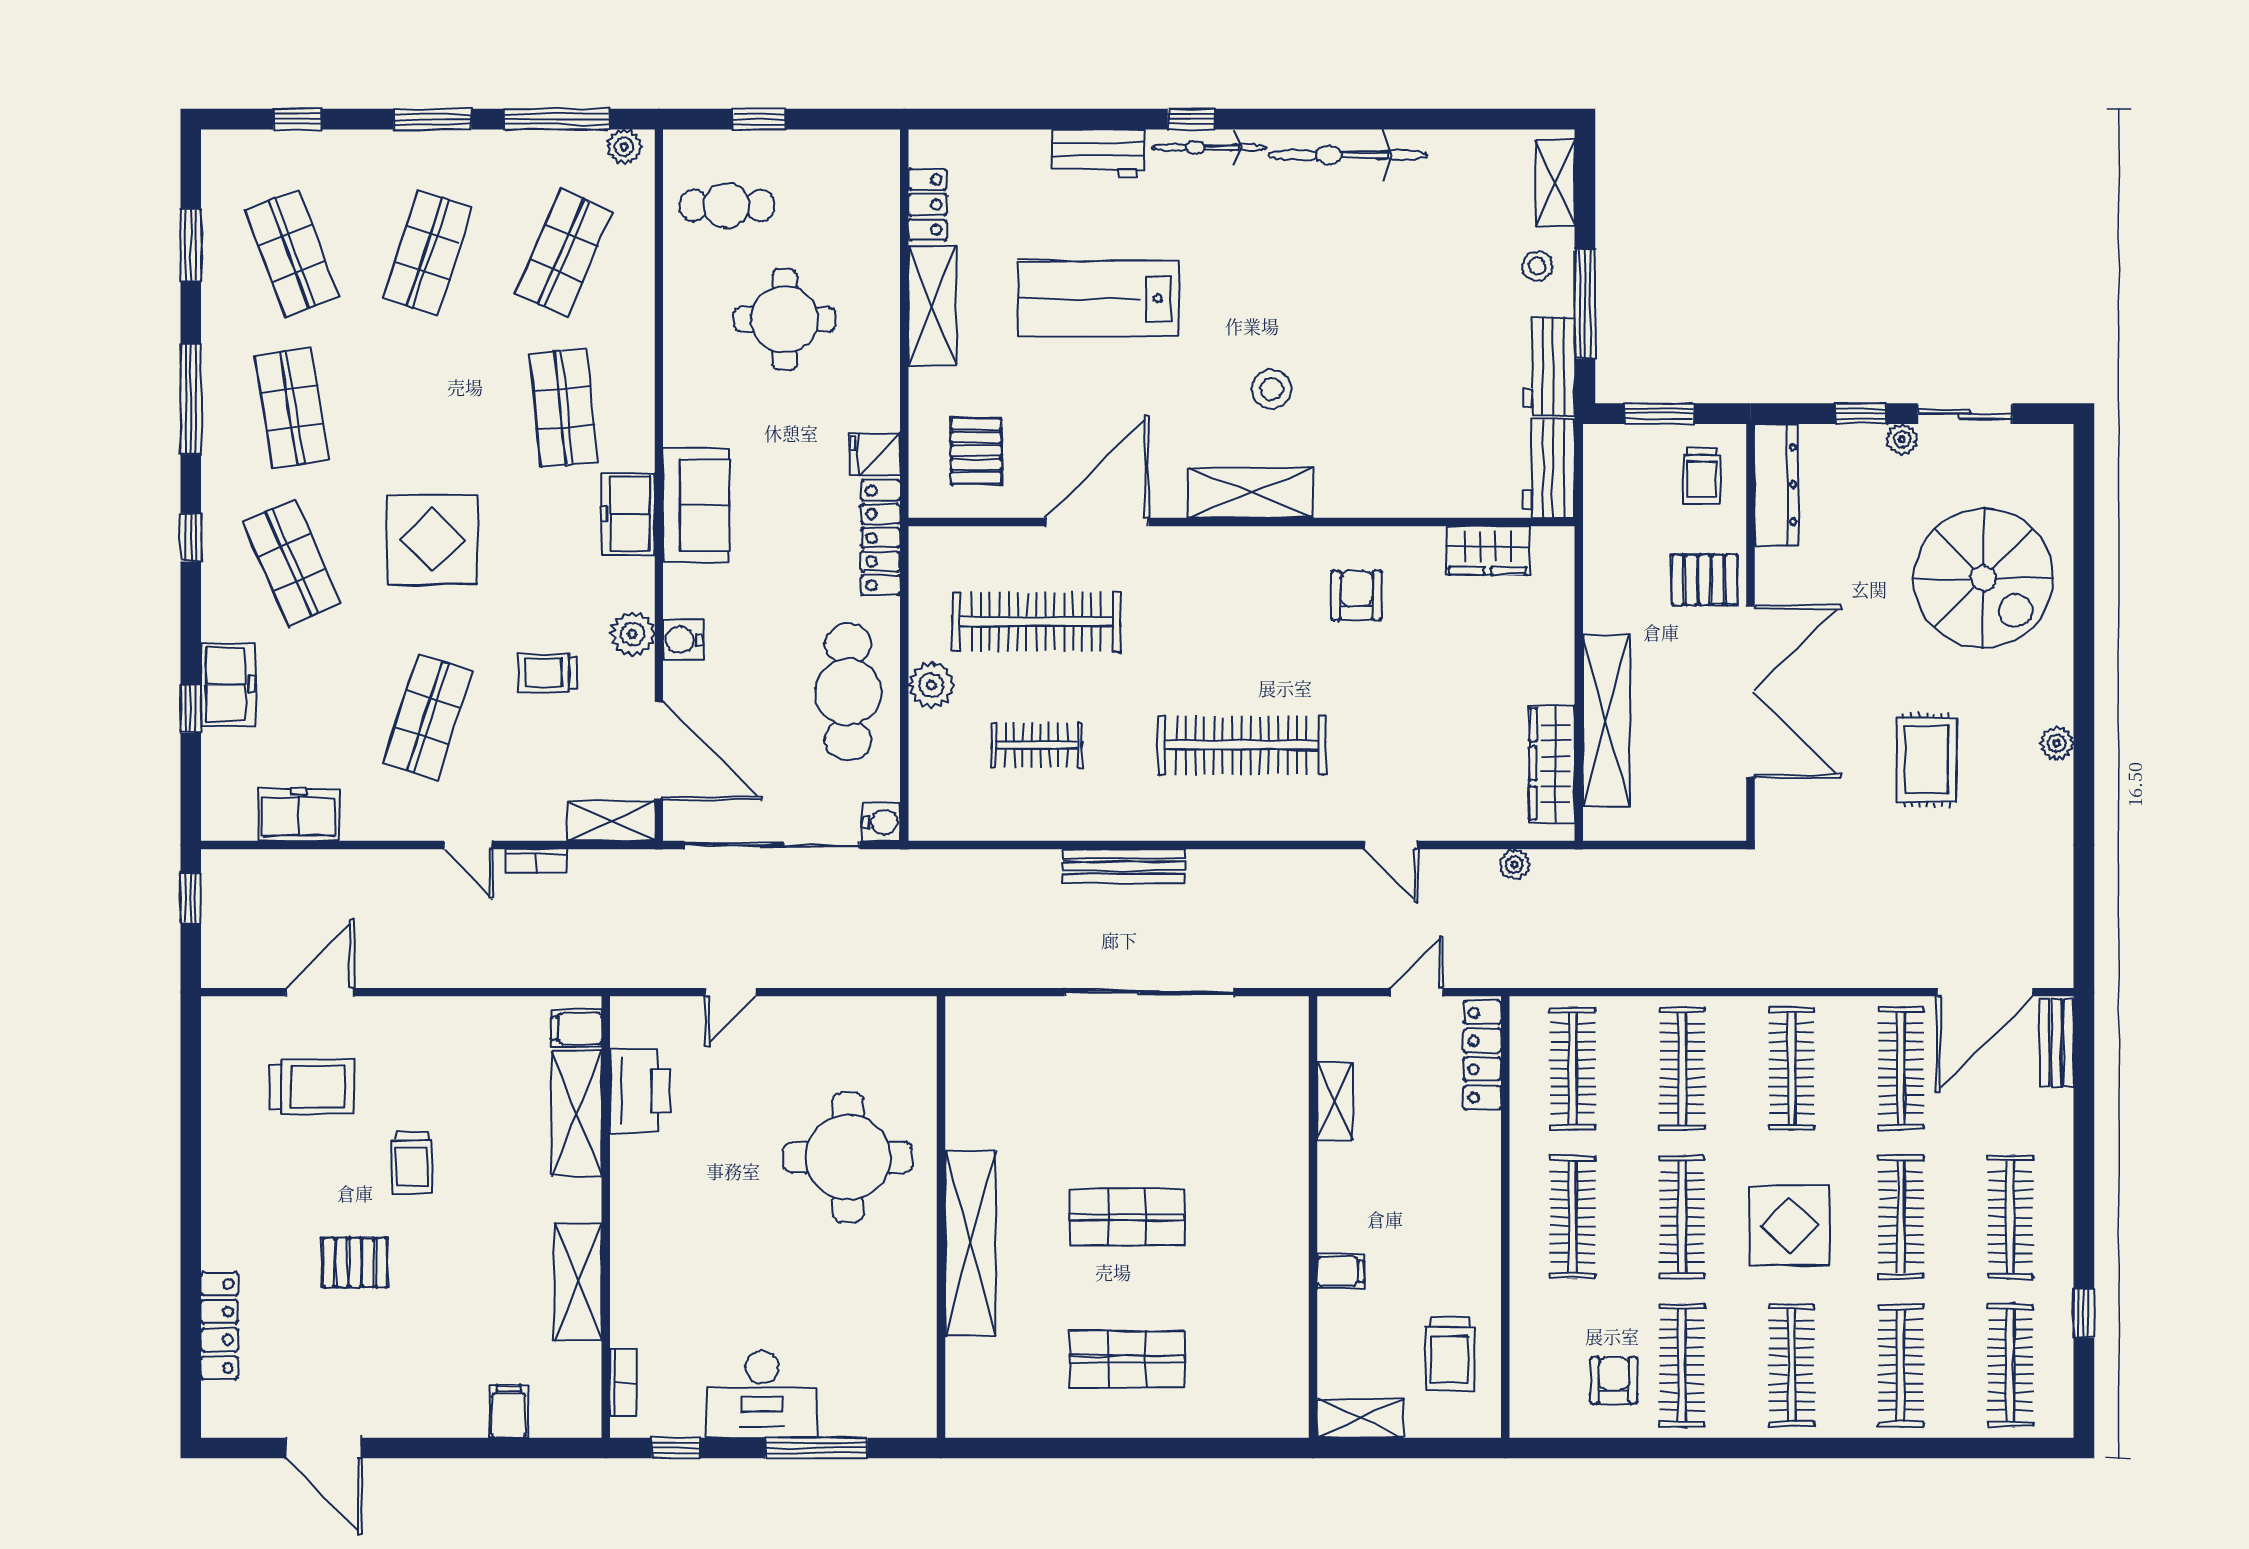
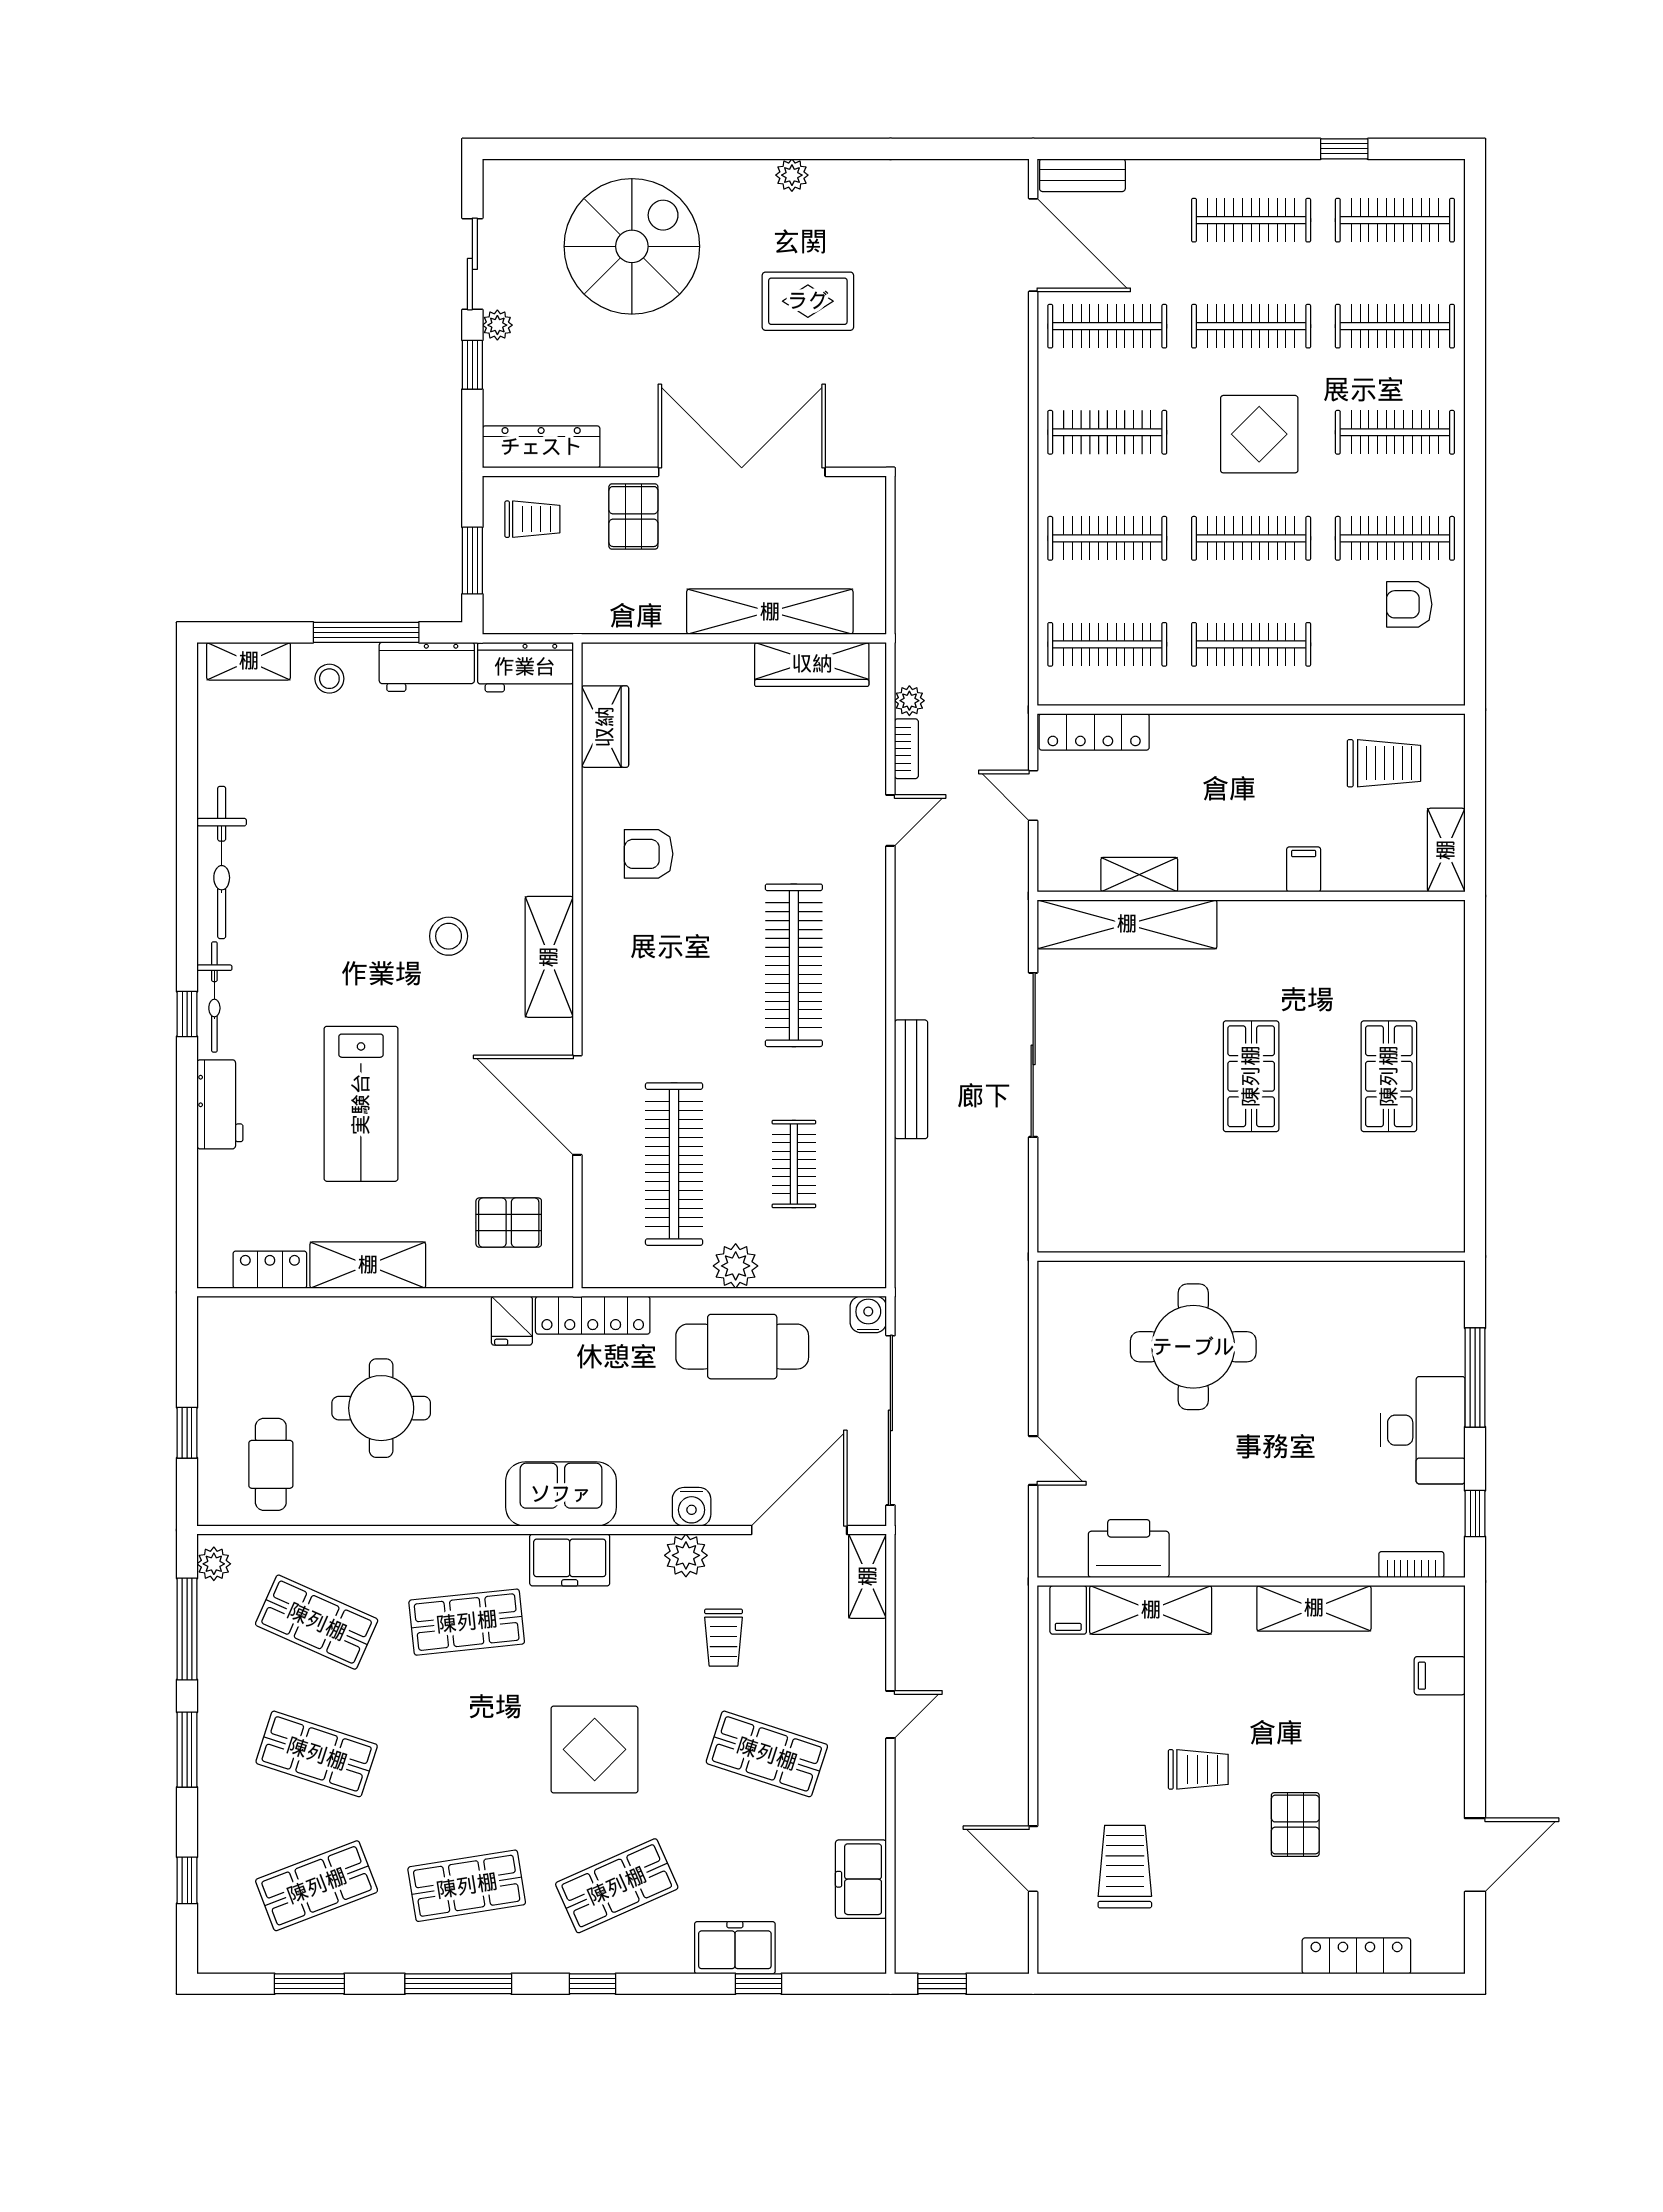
bookcase: (537, 861) -> (906, 749), moved
shelving: (970, 1243) -> (1127, 924), moved

